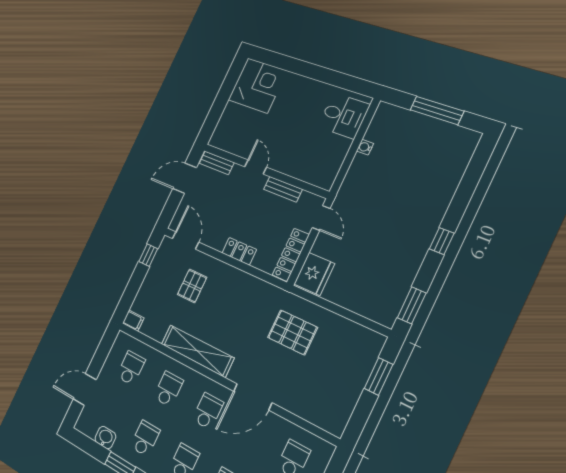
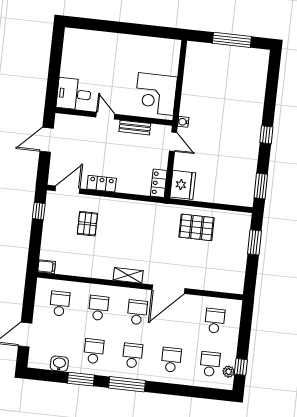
corner desk: (257, 85) -> (156, 94), moved, turned 180
desk: (344, 116) -> (74, 94), moved, turned 180
water cooler: (365, 147) -> (183, 122), moved
bench: (217, 163) -> (70, 120), removed
door: (186, 240) -> (68, 190), hinge flipped
locker: (239, 251) -> (102, 184), moved
locker: (291, 255) -> (159, 183), width x0.66
pallet: (292, 332) -> (197, 227), moved
shelving: (197, 351) -> (128, 275), width x0.45, depth x0.75

